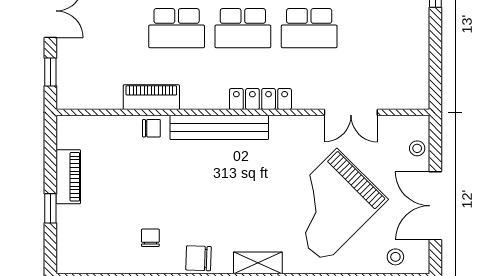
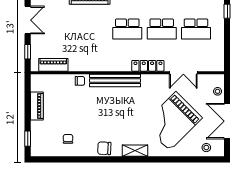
school desk: (177, 28) -> (196, 29), moved
piano: (151, 97) -> (53, 65), moved
locker: (260, 99) -> (148, 66), moved
window: (50, 208) -> (28, 139), moved
chair: (150, 238) -> (68, 139), moved

